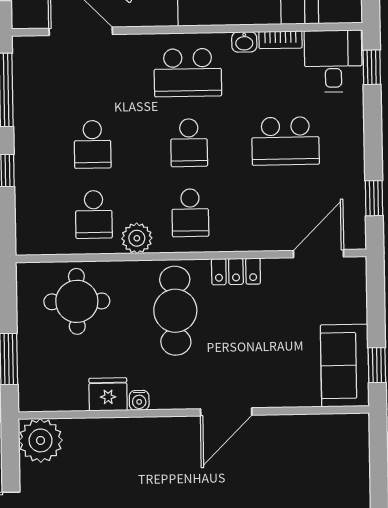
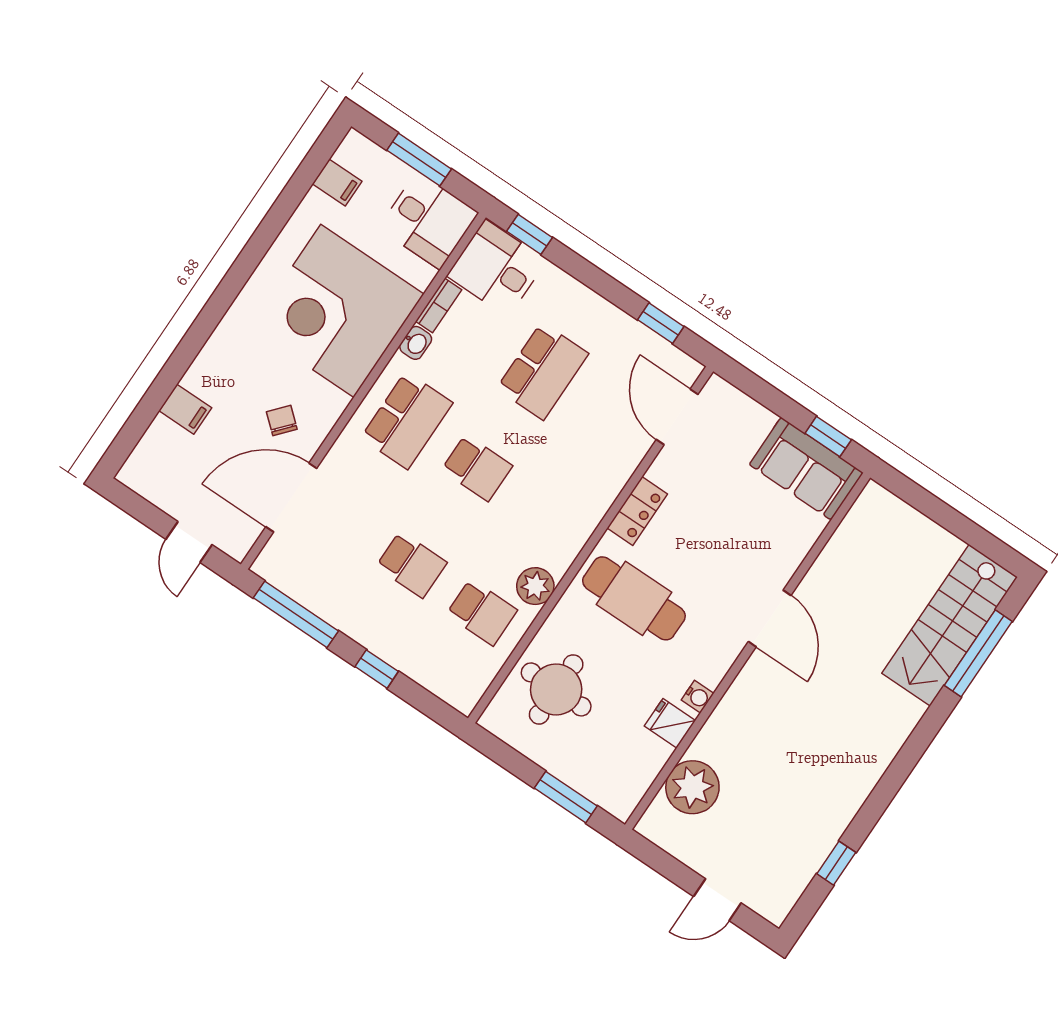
school desk: (190, 213) -> (547, 515), removed
fridge: (108, 394) -> (670, 723), width x0.72
plant: (41, 440) -> (692, 787), moved

